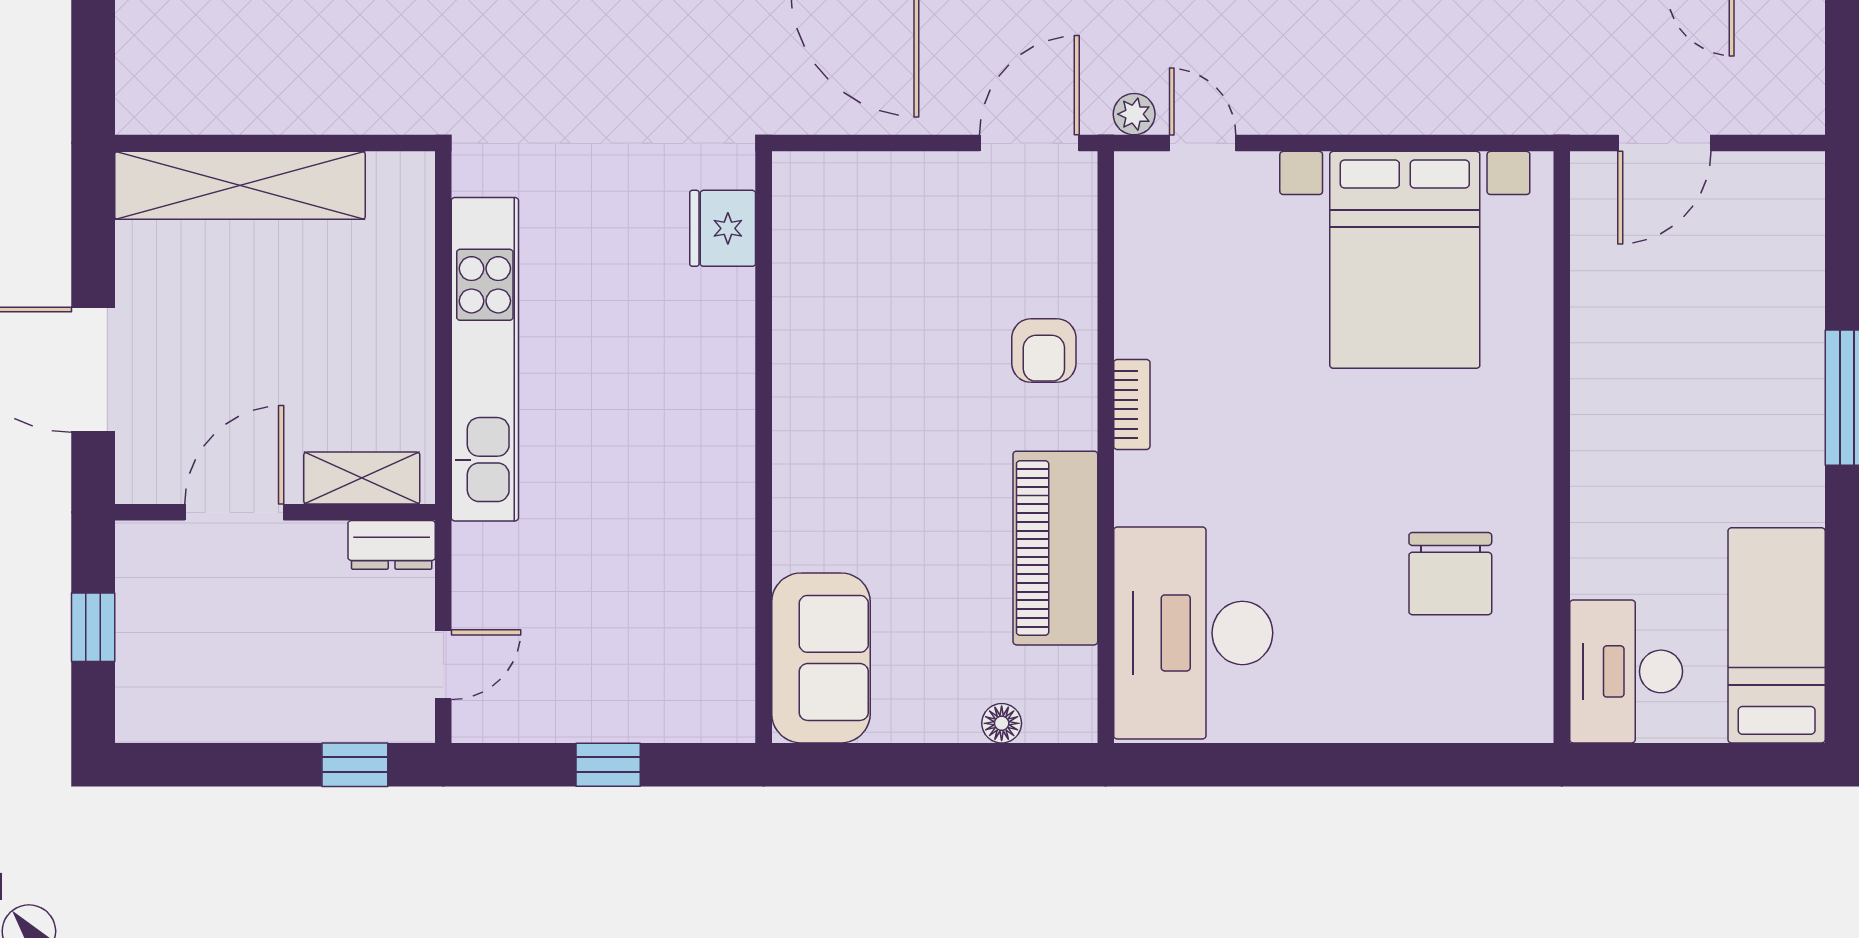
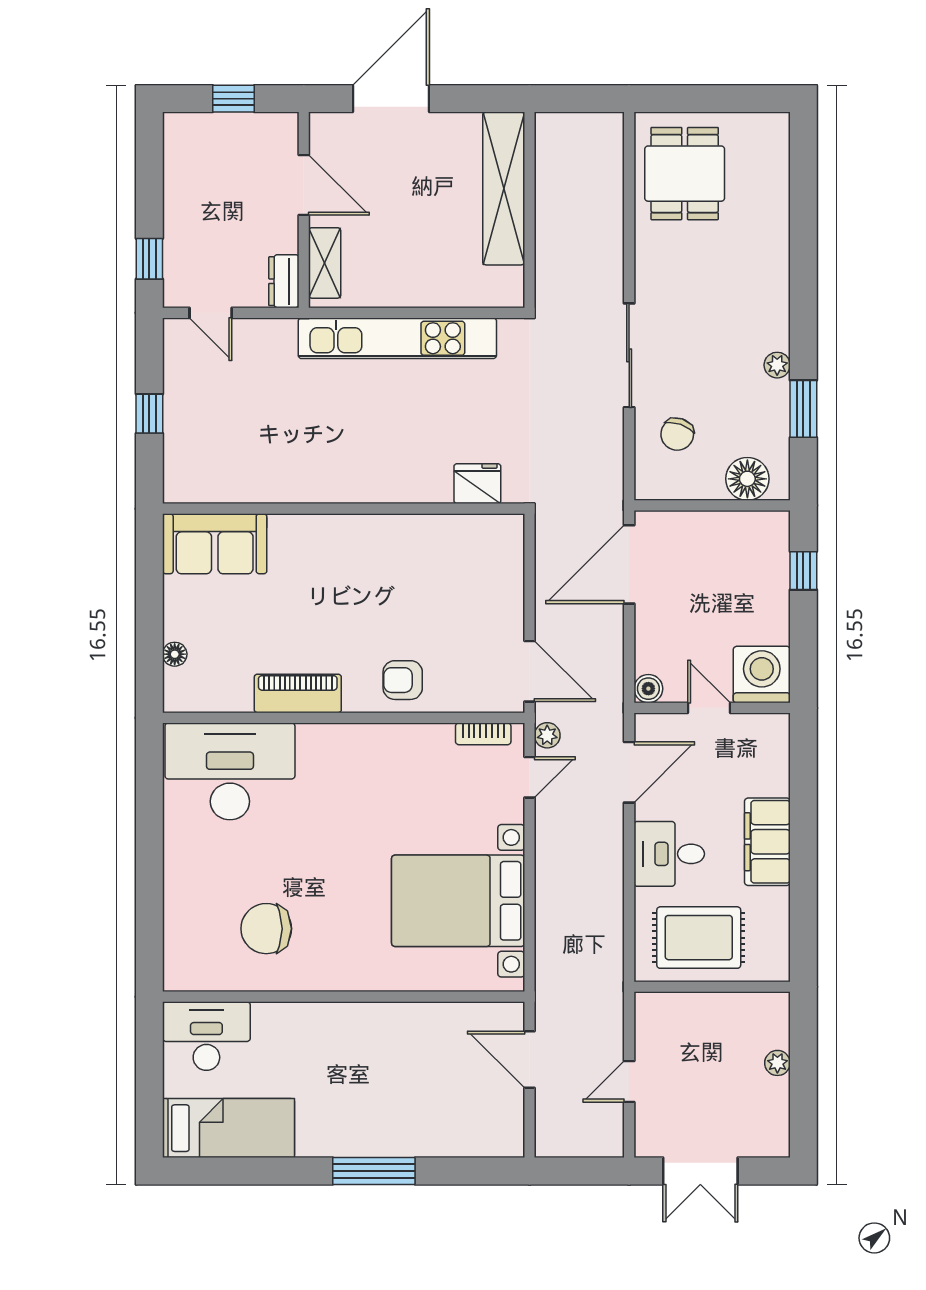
bookcase: (1132, 404) -> (483, 734), moved
piano: (1055, 548) -> (298, 693), width x0.73, depth x0.75

